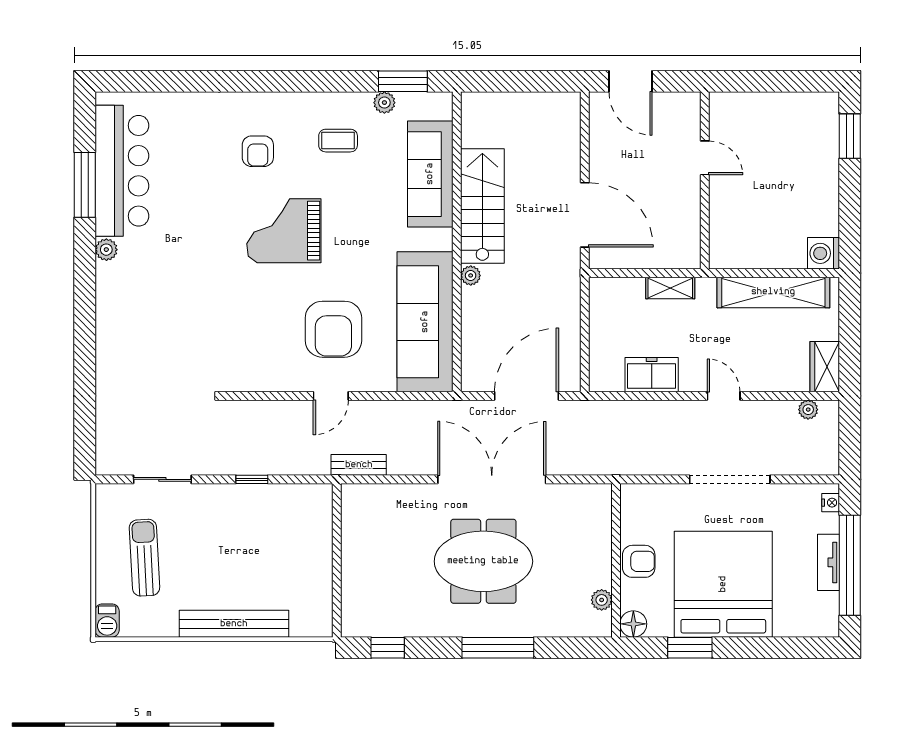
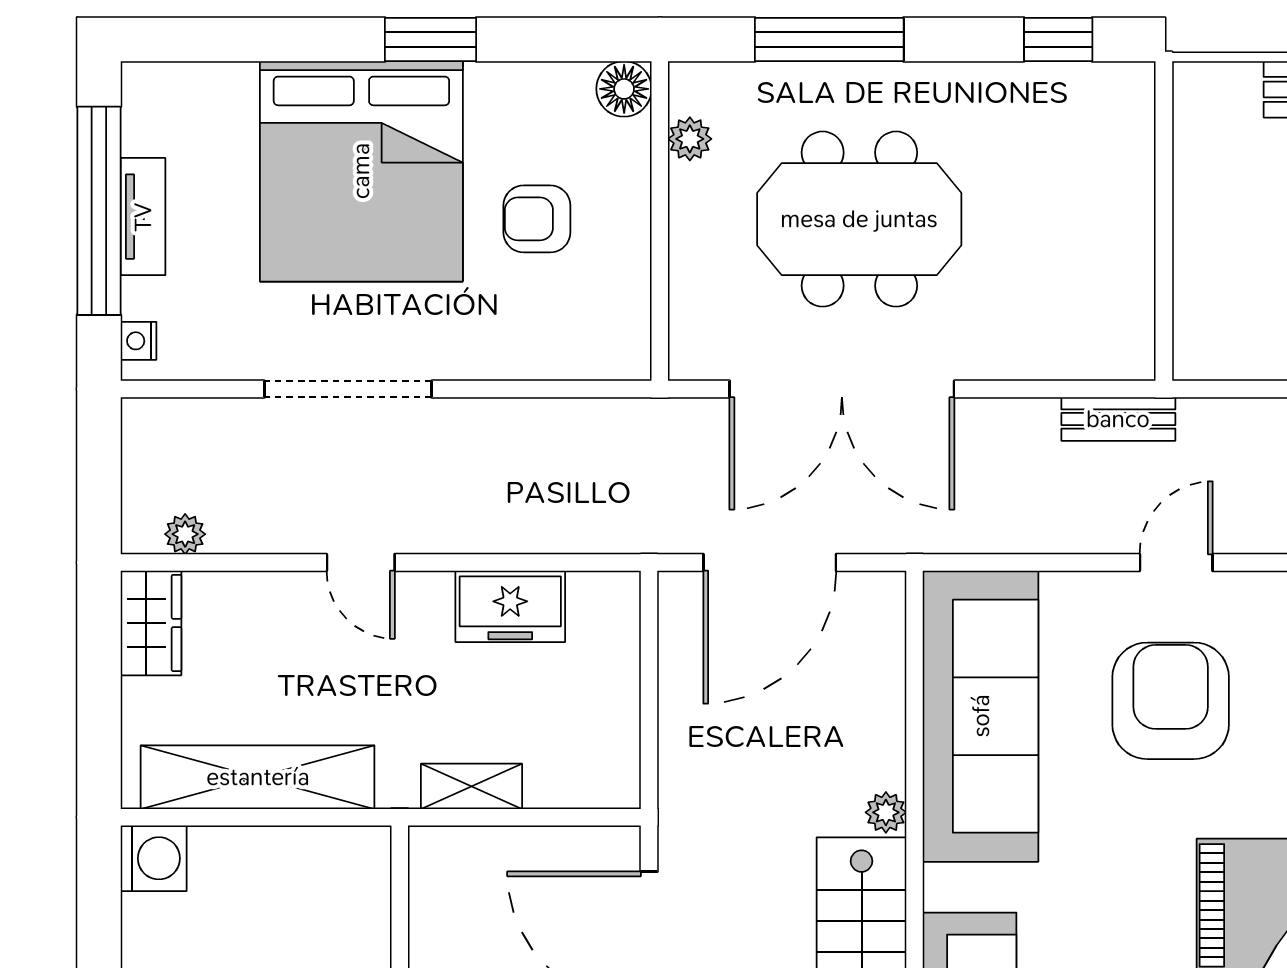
wall: (616, 560) -> (660, 221), moved
plant: (602, 600) -> (690, 139), moved
floor lamp: (633, 624) -> (624, 89), moved

